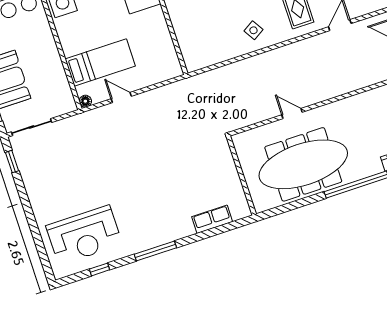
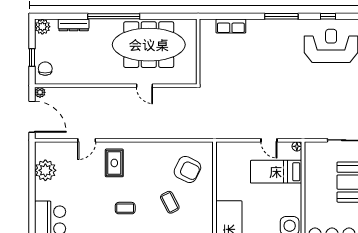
armchair: (207, 30) -> (187, 169), added
side table: (253, 30) -> (153, 158), removed

